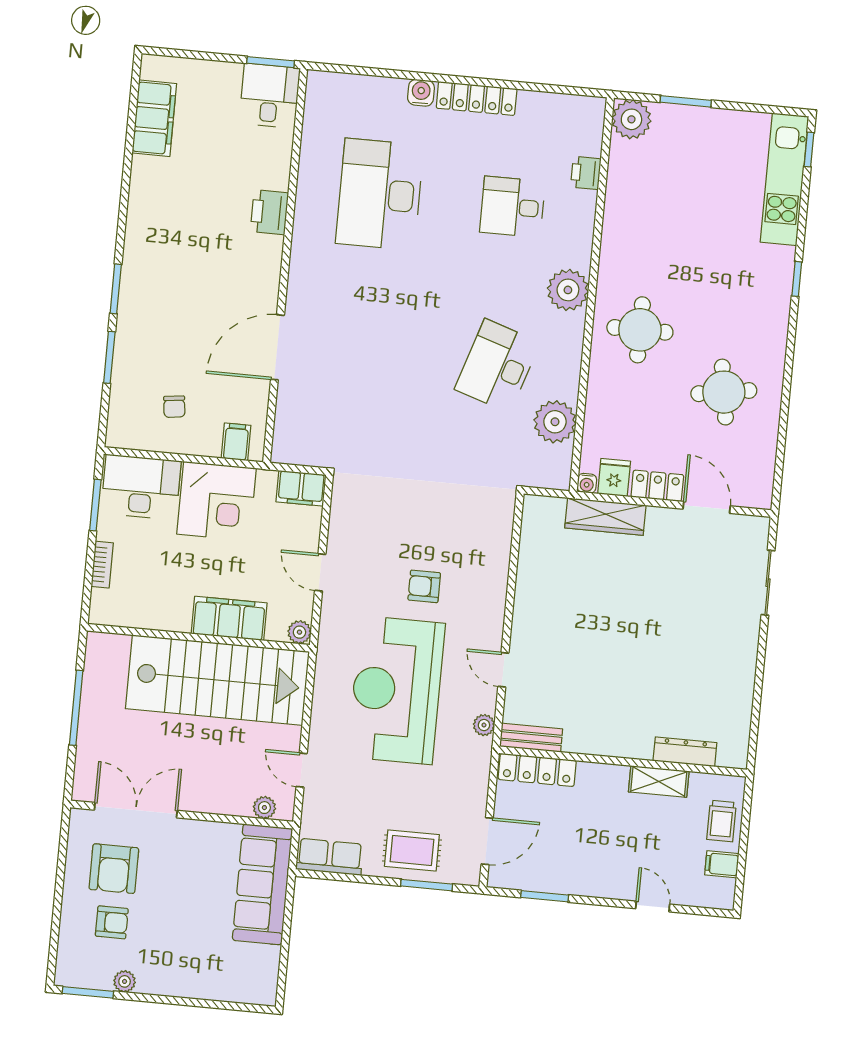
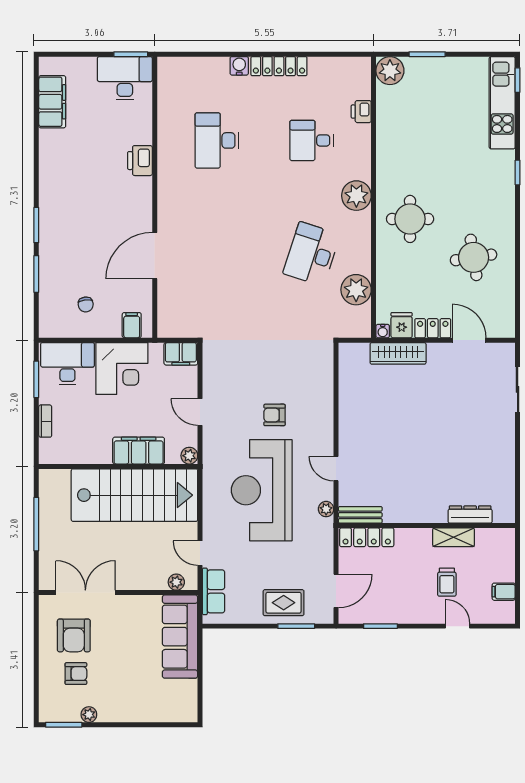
desk: (270, 96) -> (125, 78), width x1.37
desk: (380, 194) -> (217, 140), width x0.73, depth x0.77
trolley: (722, 821) -> (447, 582), moved
row of seats: (330, 857) -> (214, 591), moved, turned 90

